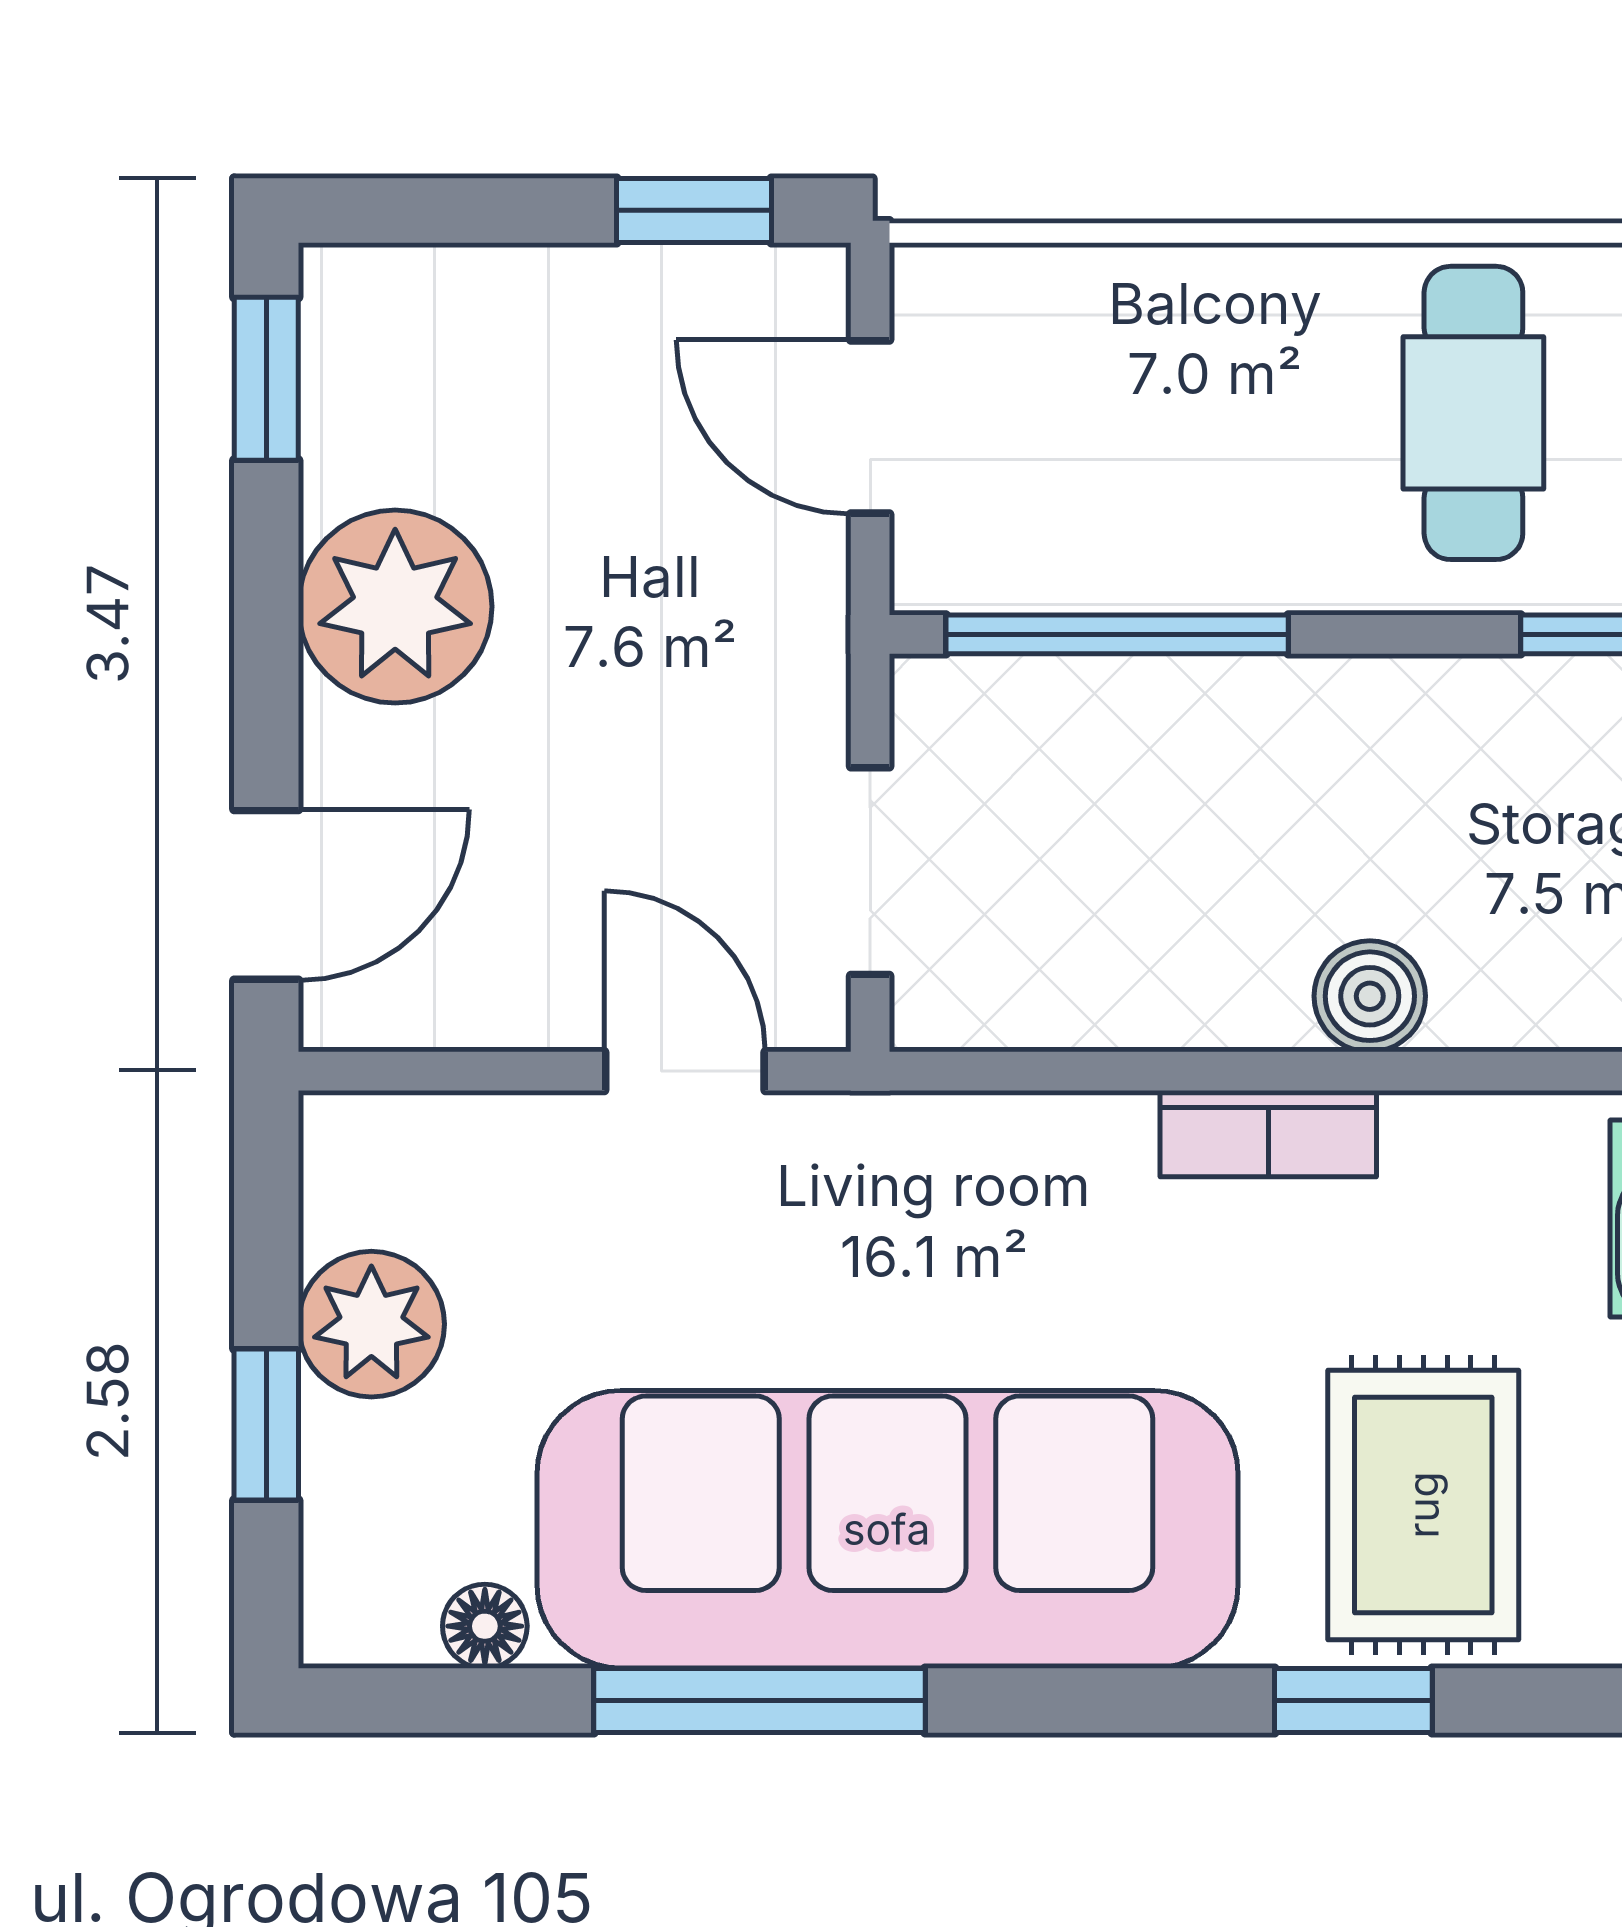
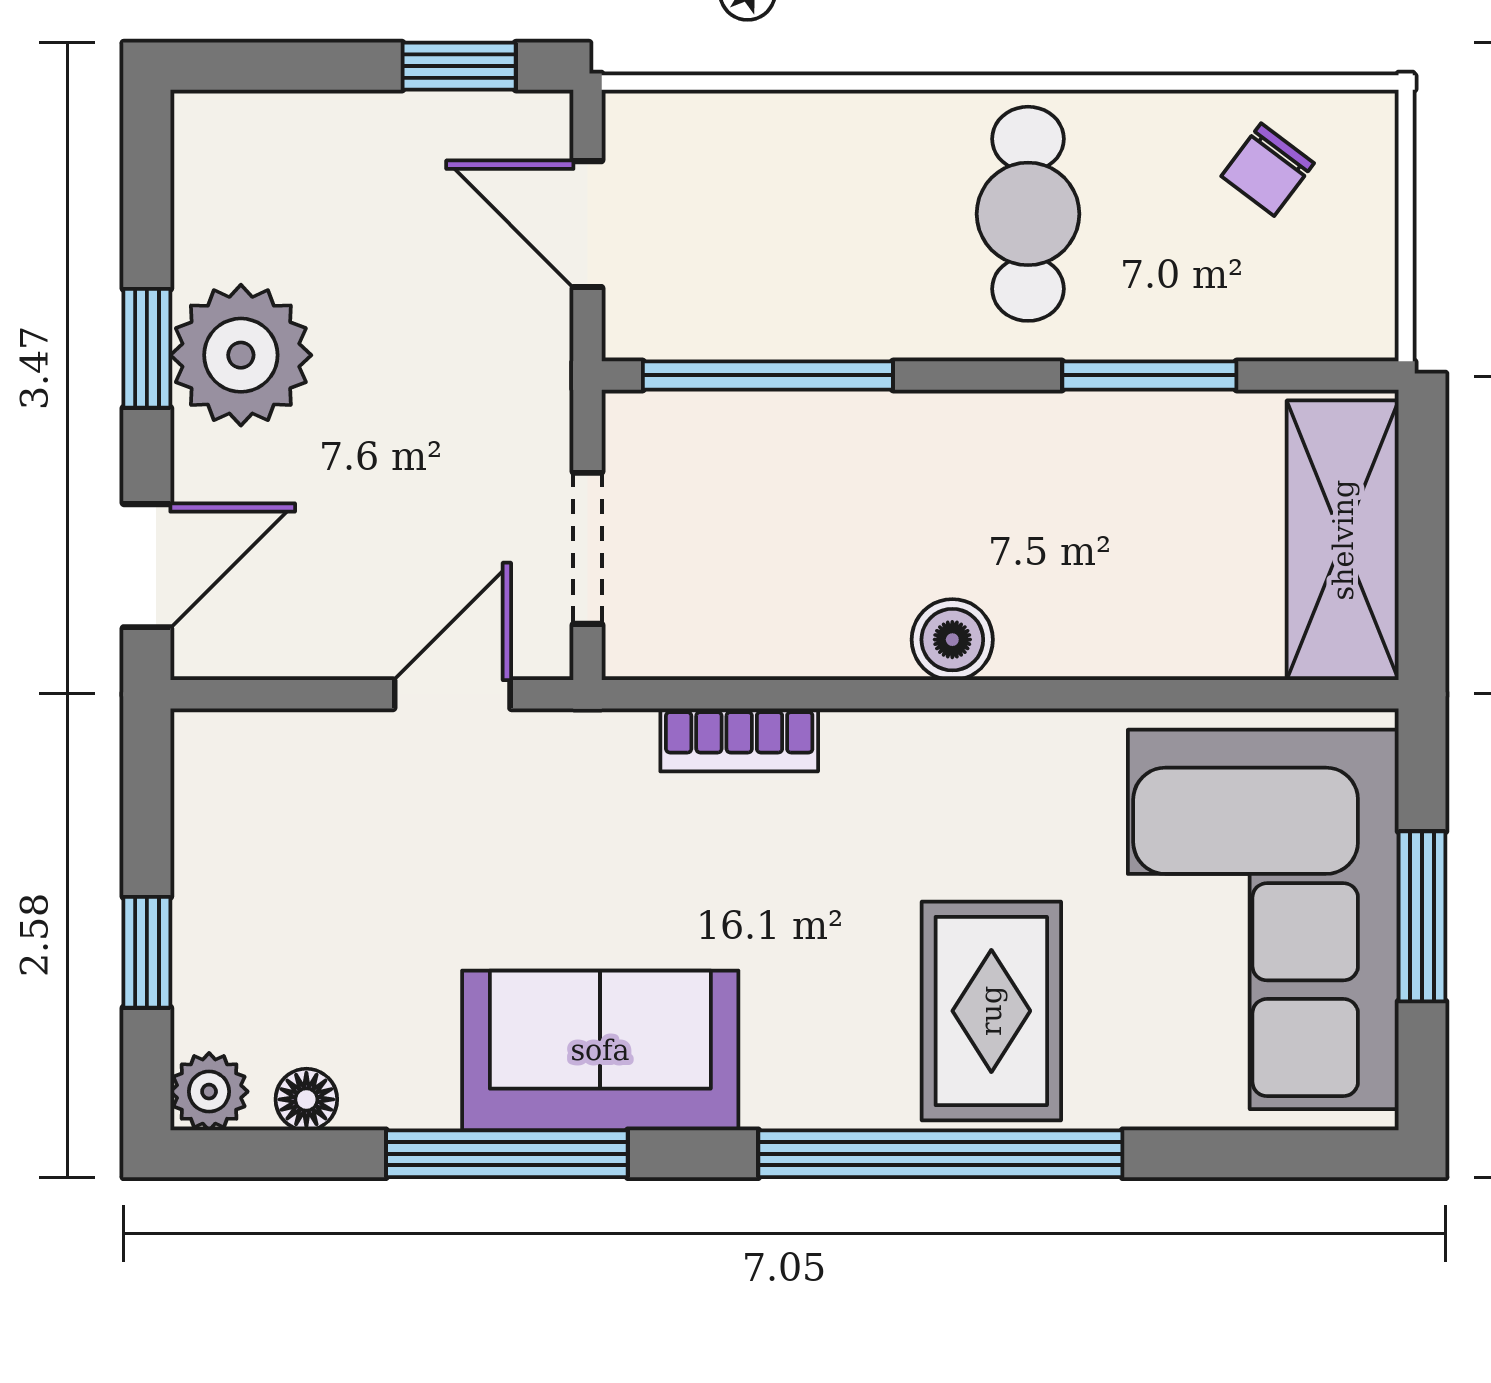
window: (266, 379) -> (147, 348), moved
door: (685, 1071) -> (452, 694), hinge flipped
bookcase: (1268, 1134) -> (739, 740), moved
plant: (371, 1324) -> (209, 1092), moved, width x0.73, depth x0.73
sofa: (887, 1529) -> (600, 1050), width x0.54, depth x0.79
window: (1353, 1701) -> (940, 1154), width x3.17

